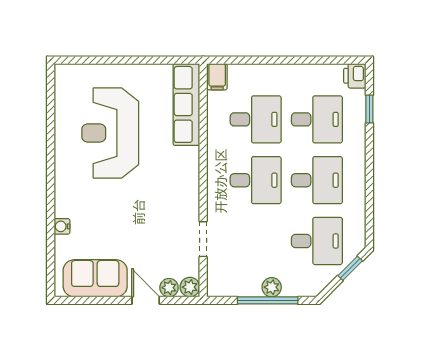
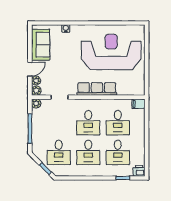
row of seats: (186, 104) -> (97, 89), moved
reception desk: (110, 133) -> (111, 52), width x1.36, depth x1.30
plant: (272, 287) -> (36, 103), moved

